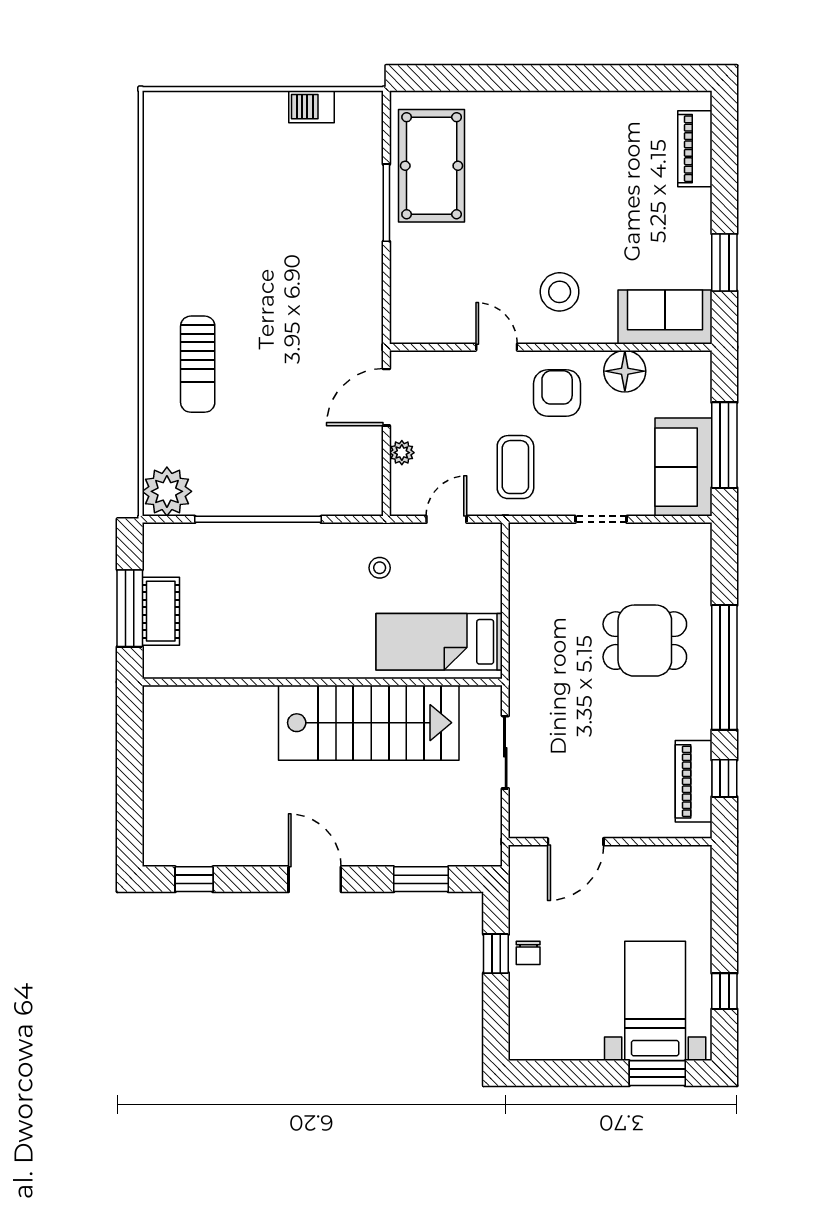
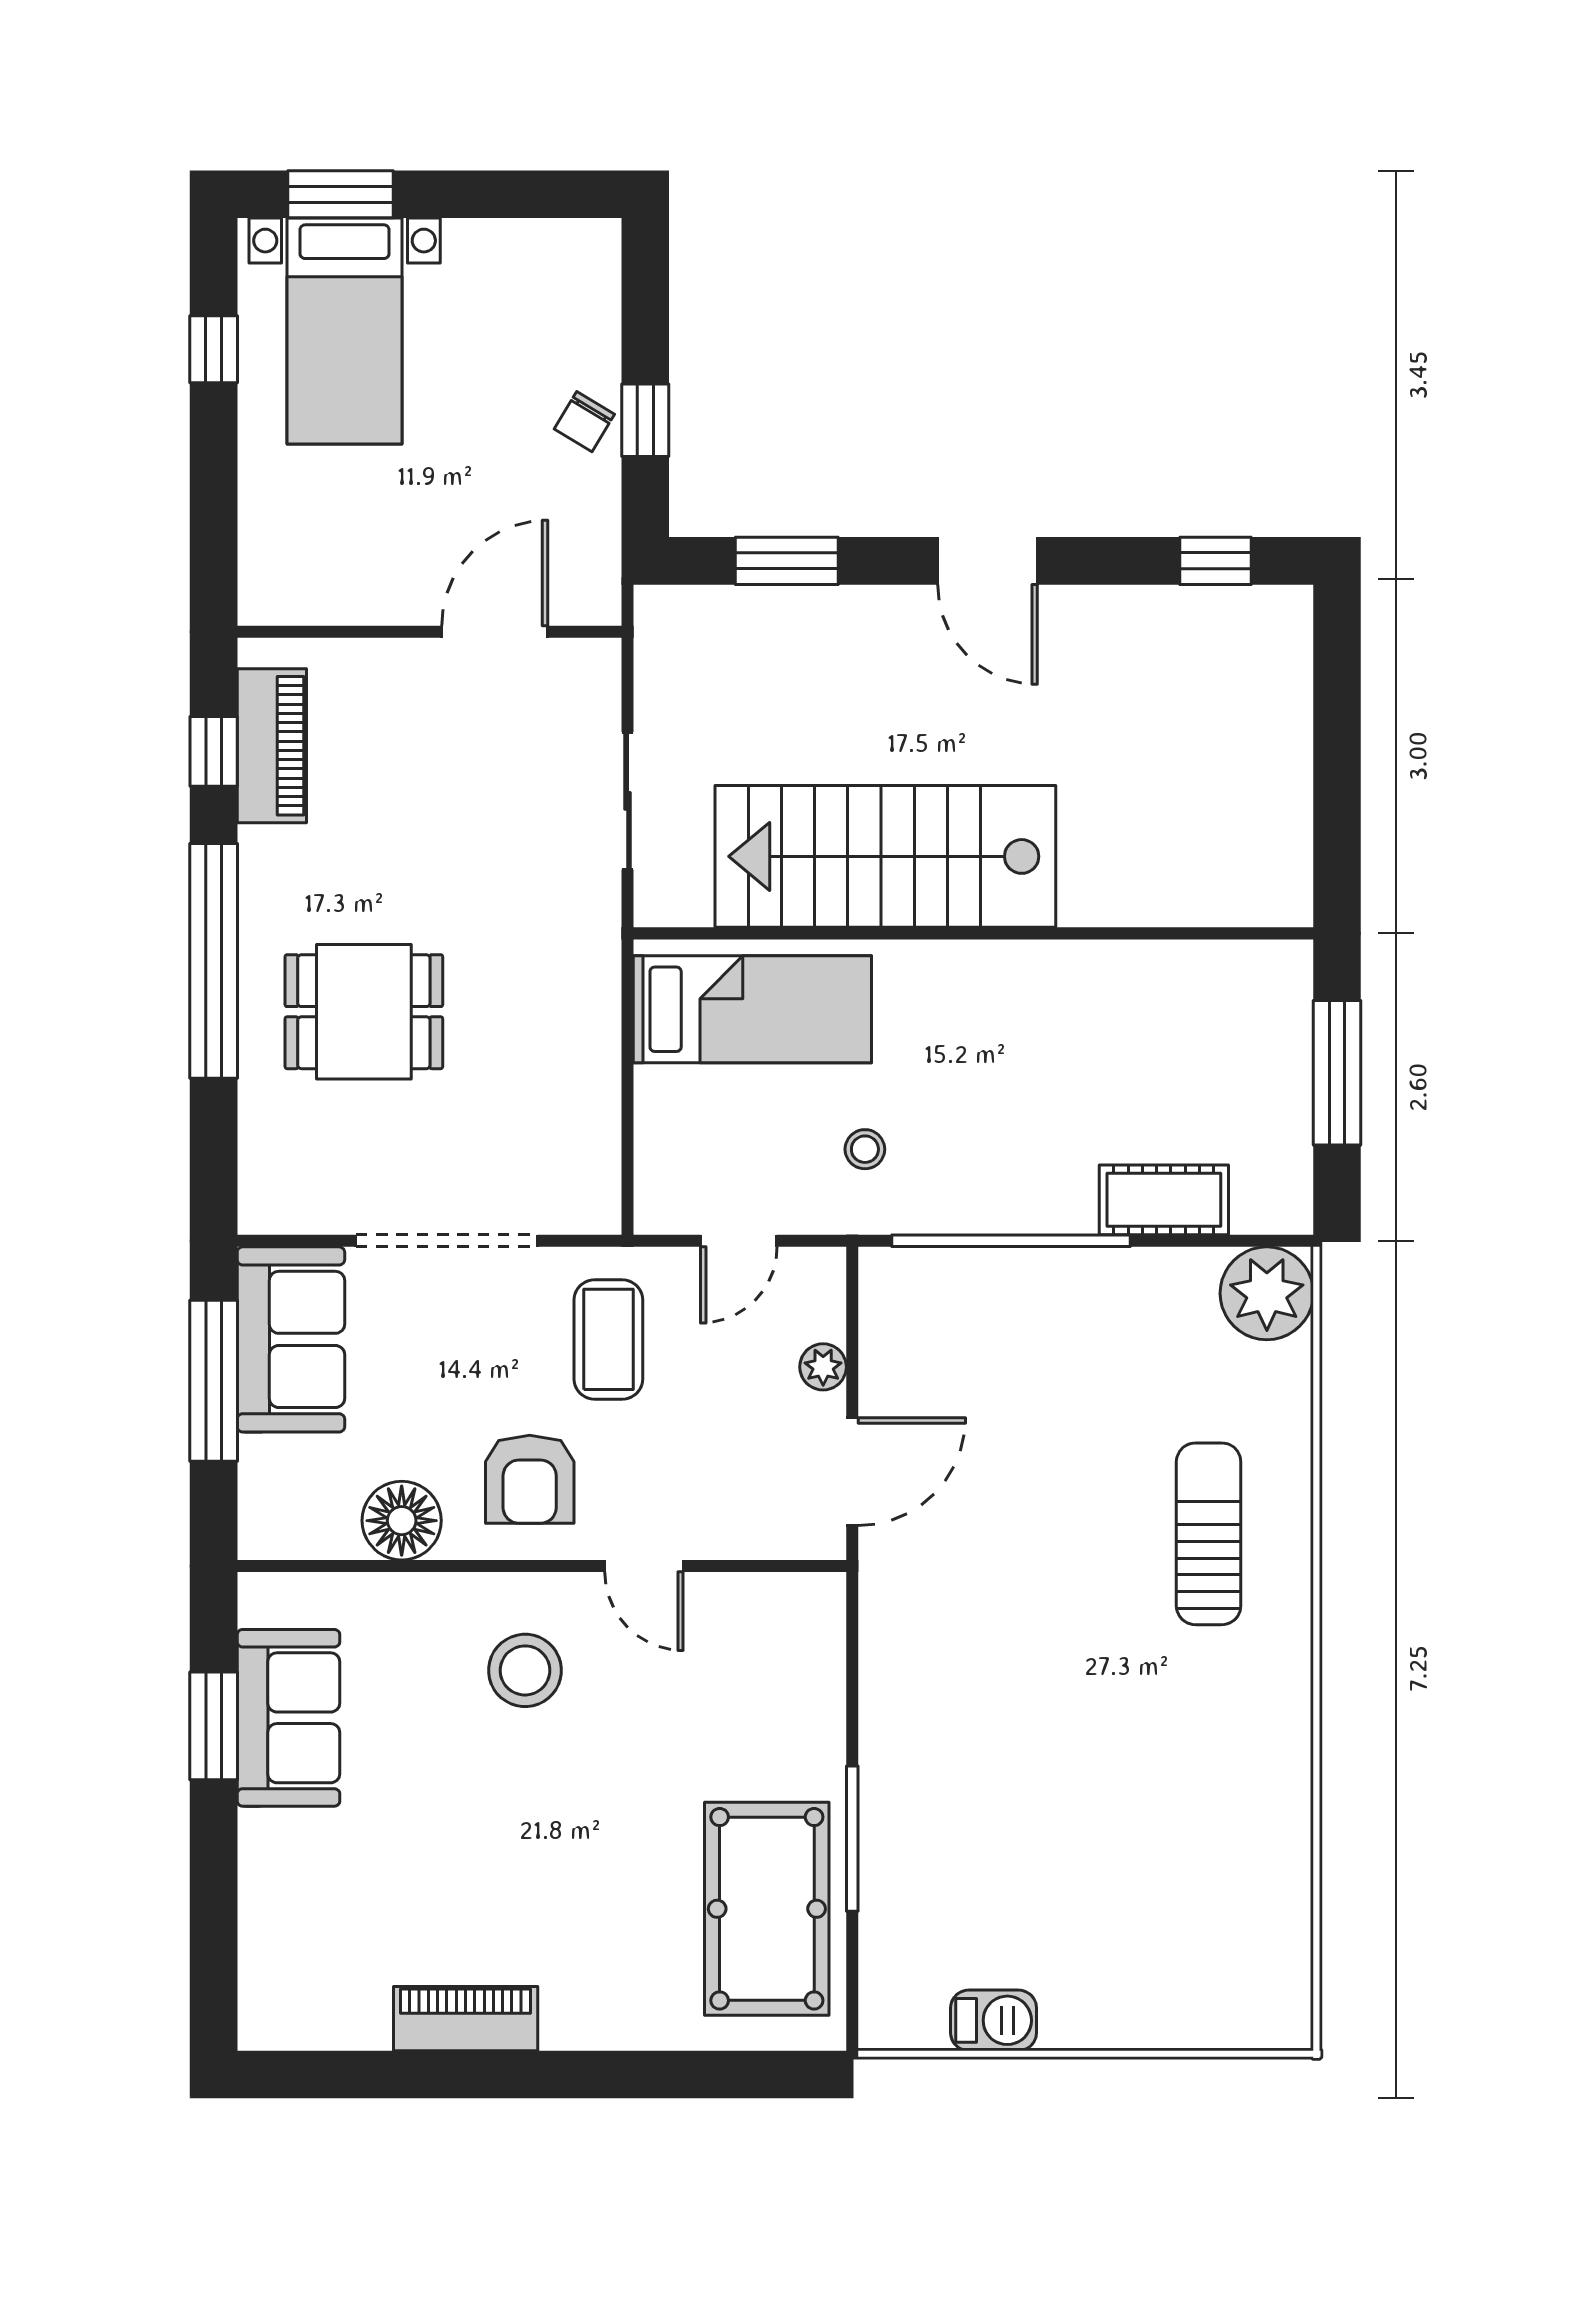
piano: (695, 149) -> (466, 2019), moved, turned -90
sofa: (665, 317) -> (288, 1718), moved, turned -90
window: (258, 519) -> (1011, 1241), moved
doorway: (601, 519) -> (447, 1241), width x1.88
cot: (161, 611) -> (1164, 1200), moved, turned 90
chair: (528, 953) -> (584, 422), turned -149

